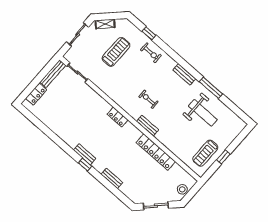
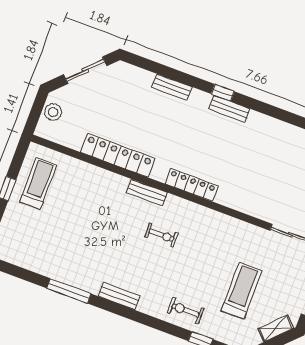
treadmill: (116, 52) -> (242, 291), turned 180
weight bench: (203, 113) -> (67, 246), removed
locker: (118, 117) -> (192, 185), width x1.53

